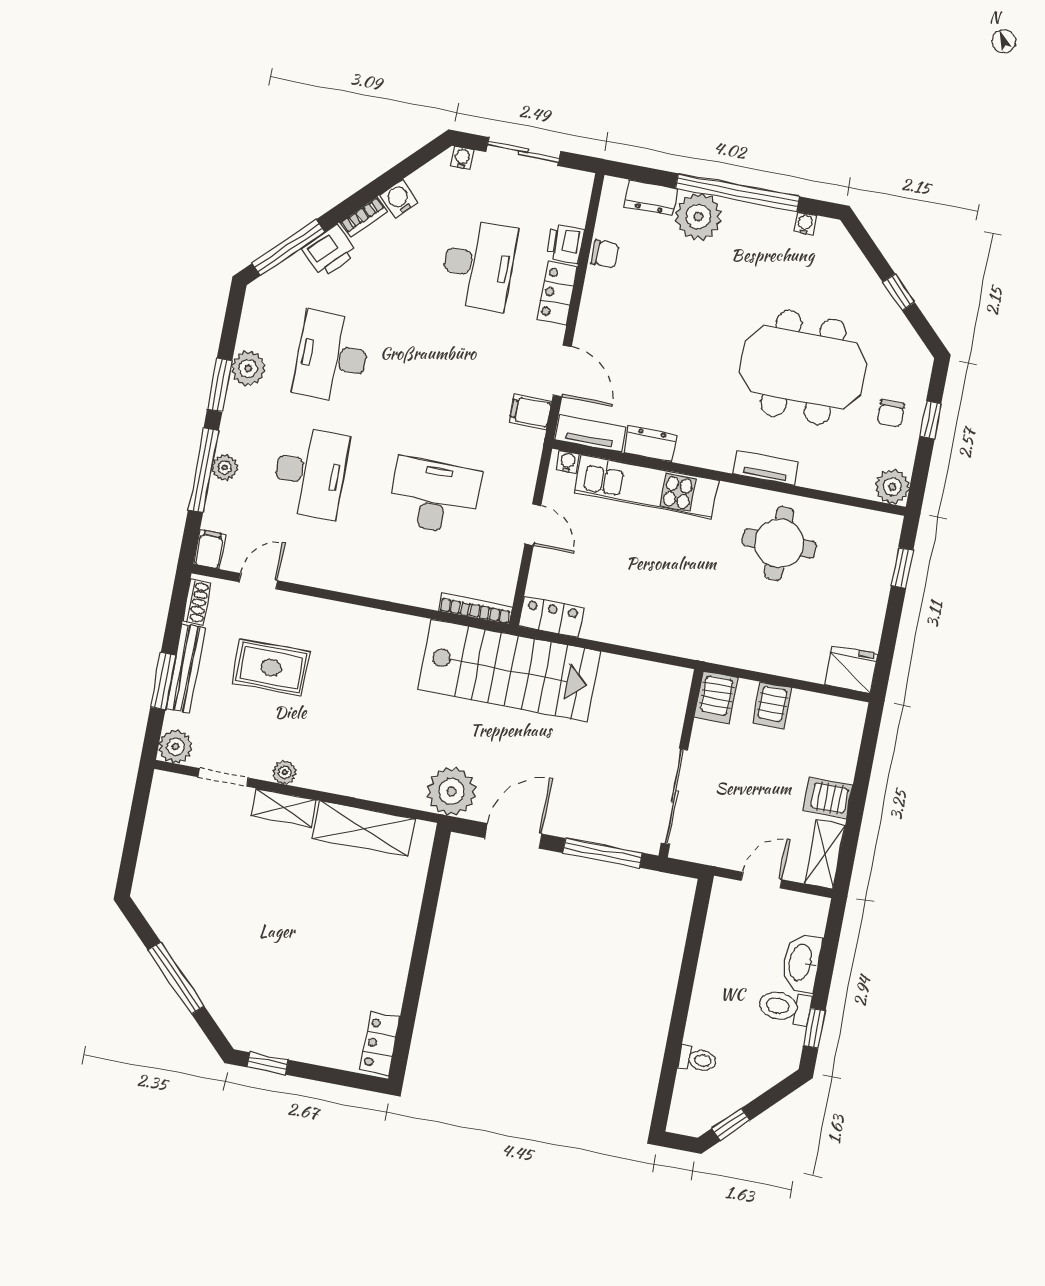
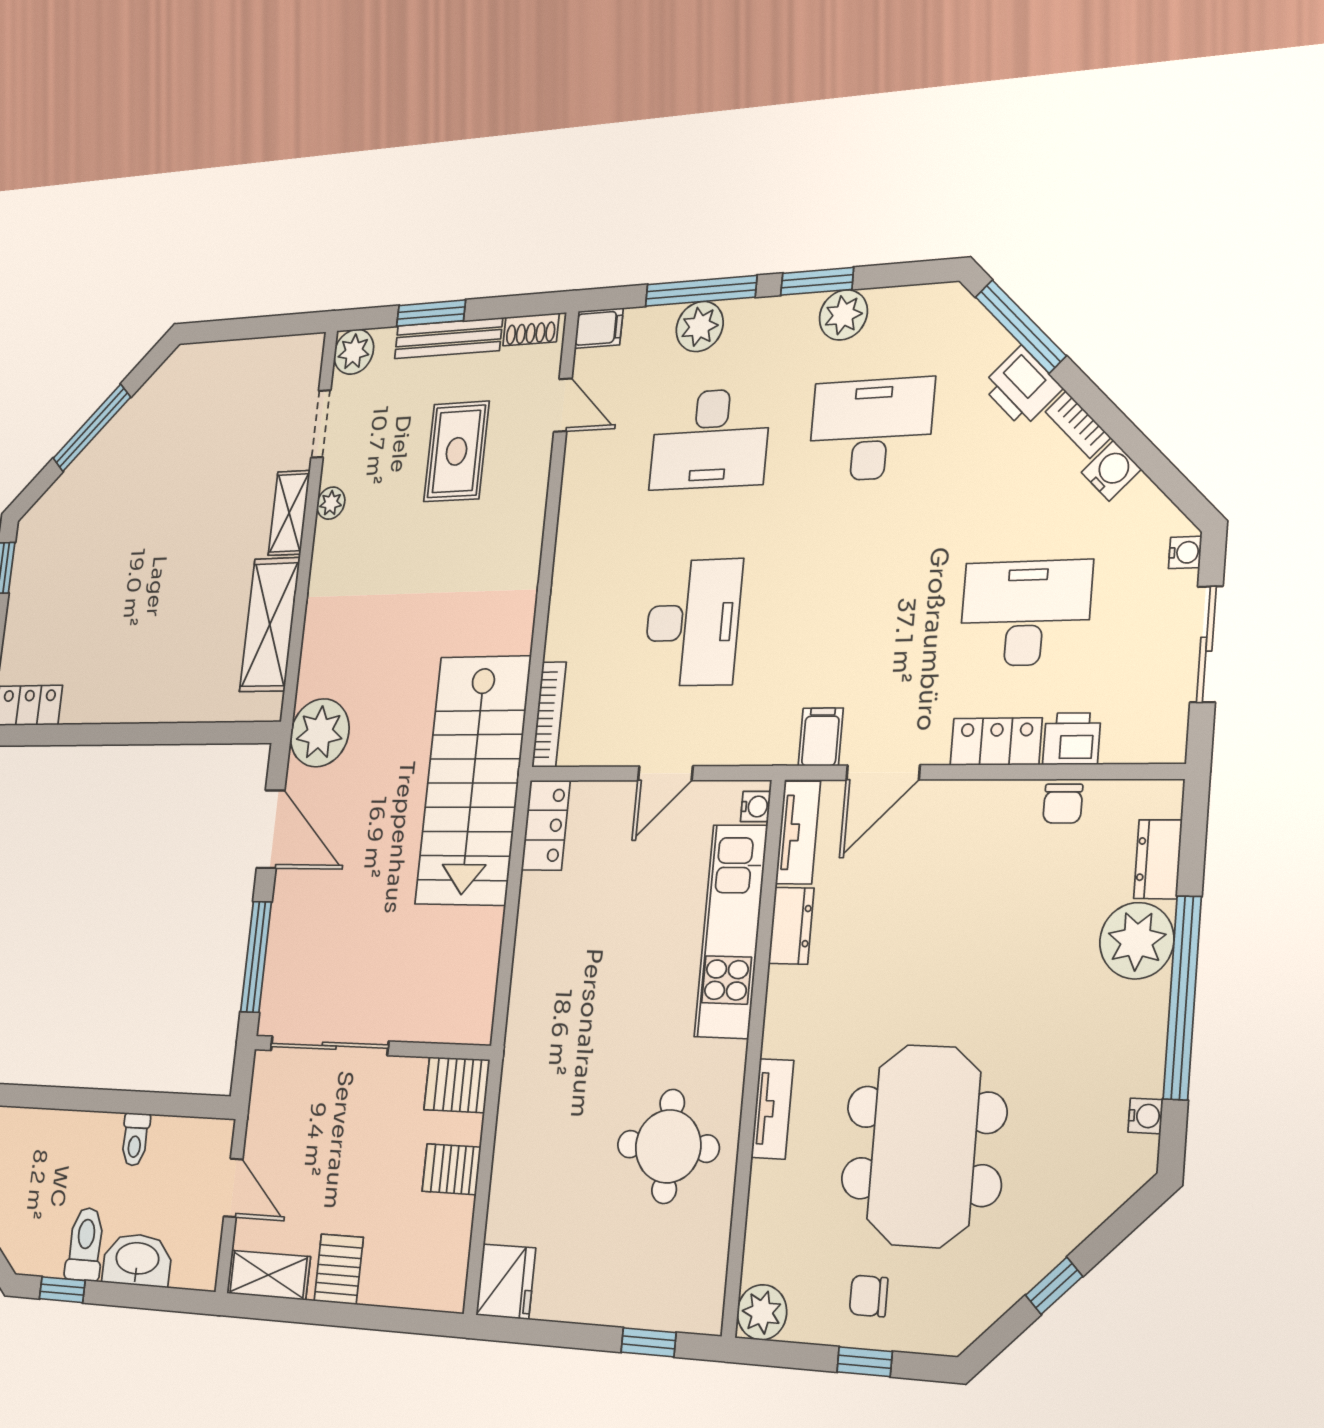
desk: (479, 265) -> (1025, 613), turned 180
plant: (225, 468) -> (700, 326), width x1.38, depth x1.38
toilet: (698, 1059) -> (135, 1139), moved

